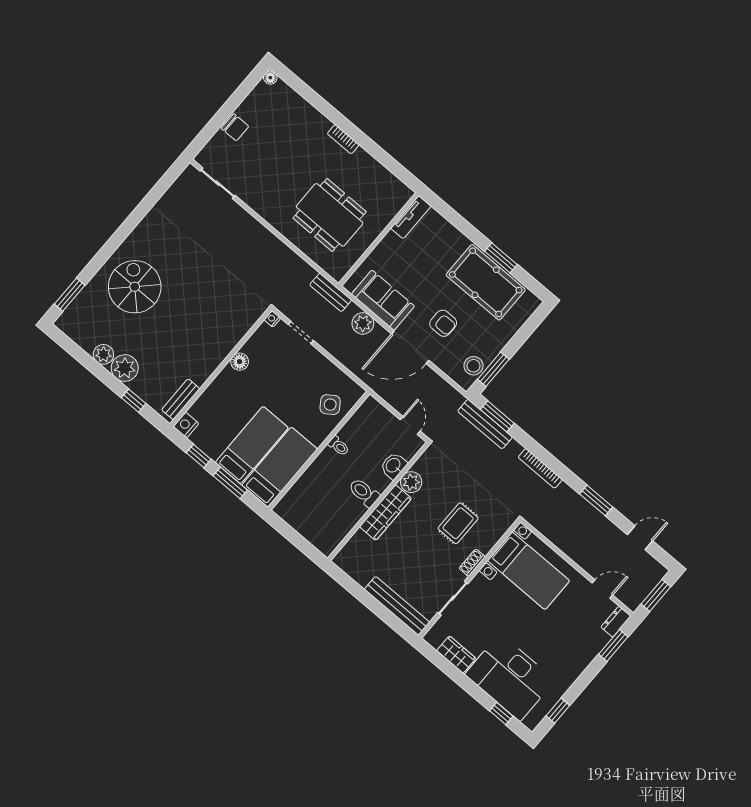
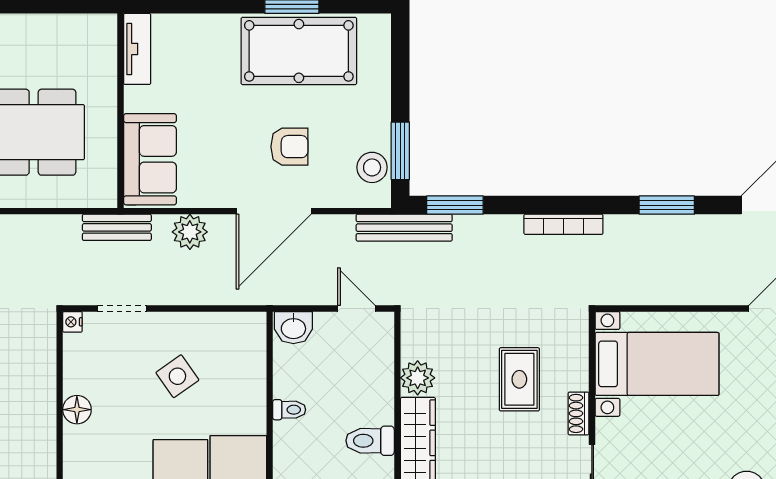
sofa: (383, 300) -> (150, 159), moved, turned 90
side table: (330, 405) -> (177, 376), moved
bench: (485, 424) -> (404, 228), moved
washbasin: (394, 466) -> (293, 328), moved, turned -90

